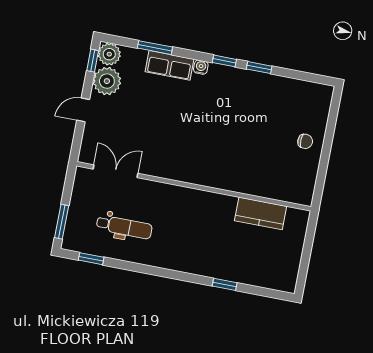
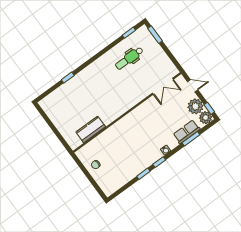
row of seats: (170, 65) -> (187, 132), moved
door: (83, 110) -> (193, 86), hinge flipped
double door: (116, 171) -> (163, 86), moved
wall: (194, 186) -> (127, 112), moved
kitchen counter: (261, 213) -> (91, 129), moved

